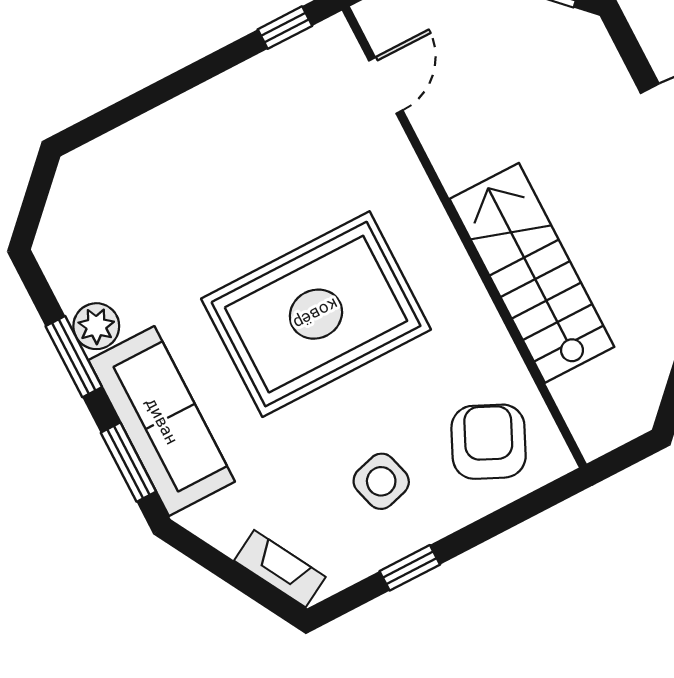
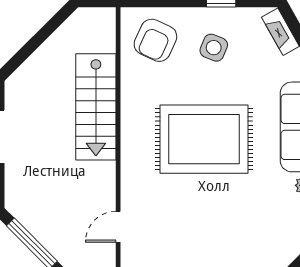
side table: (381, 481) -> (214, 48), turned 38

